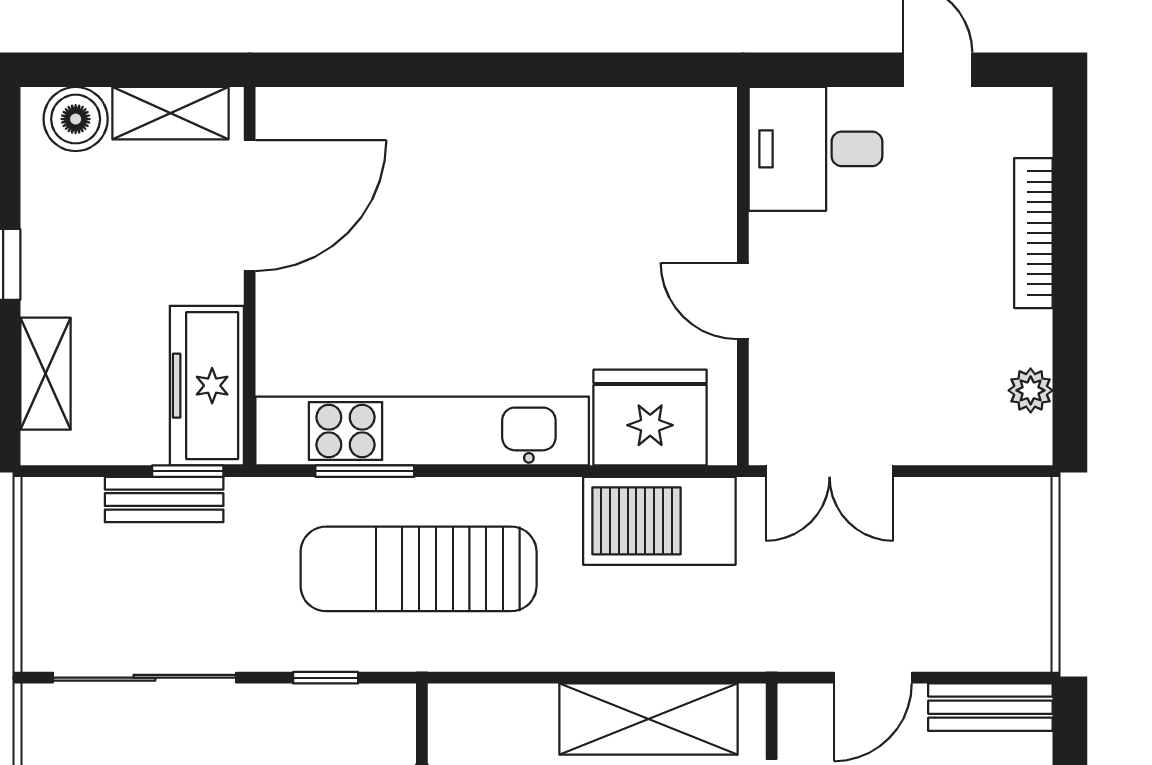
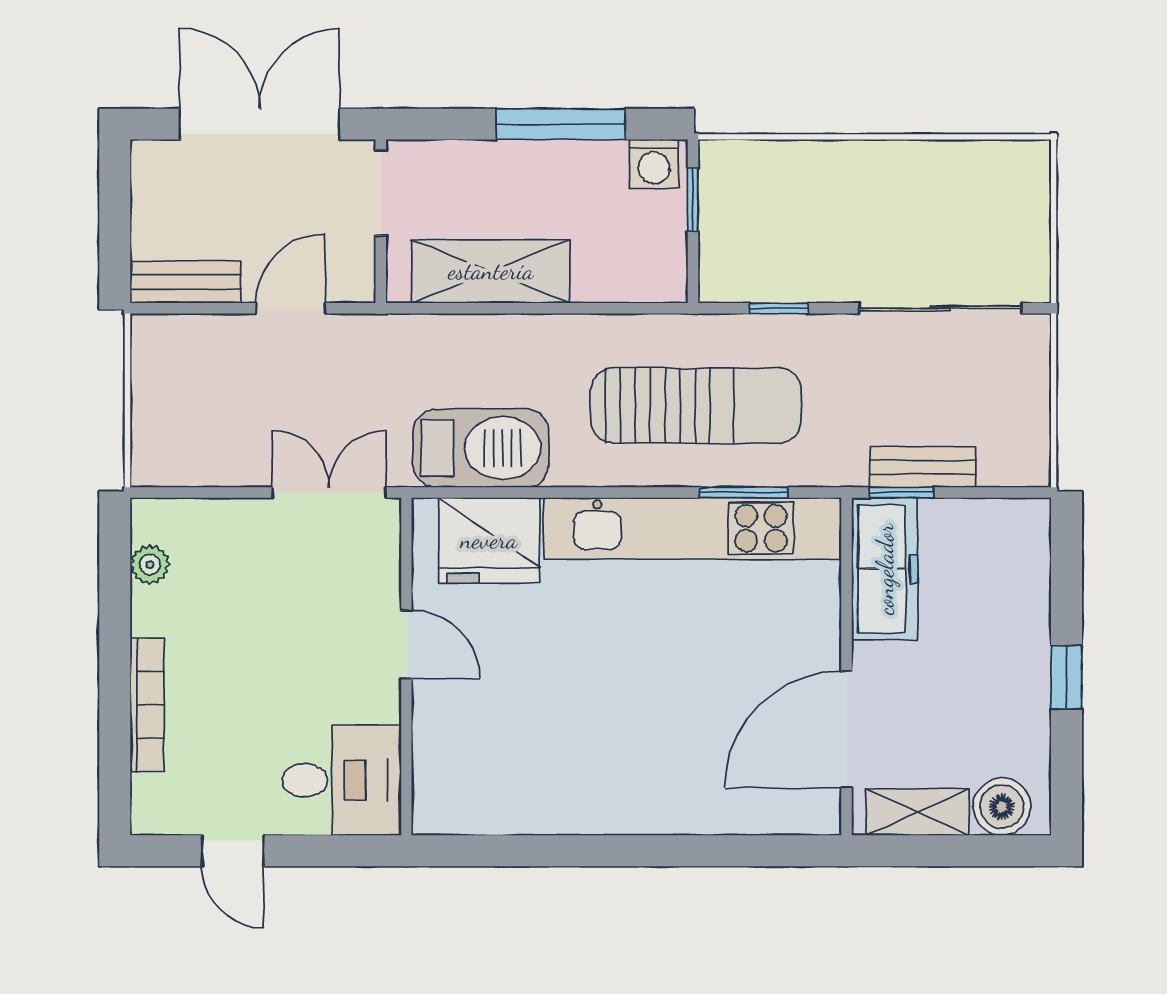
shelving: (46, 374) -> (1029, 580), removed

